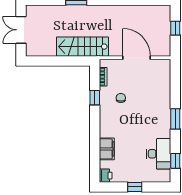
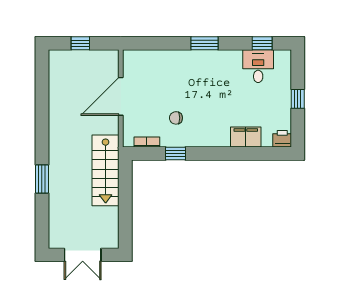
desk: (159, 154) -> (258, 66), width x0.73

